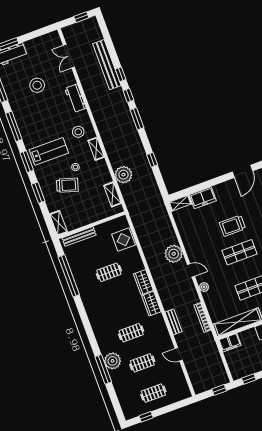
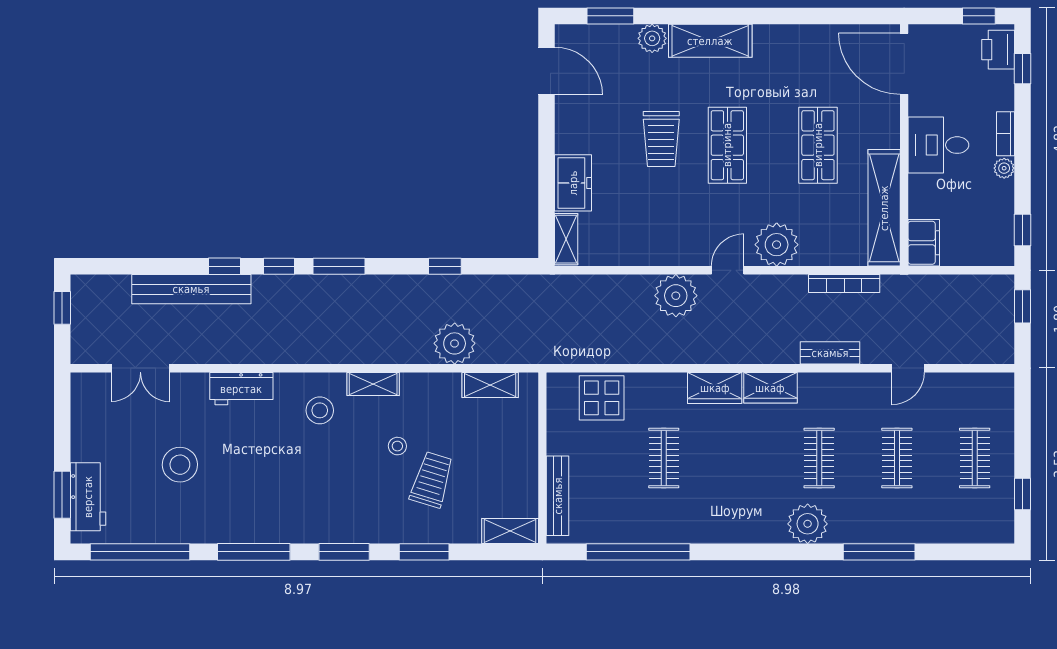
lab bench: (49, 151) -> (340, 493), removed
plant: (204, 287) -> (777, 245), width x1.88, depth x1.88
plant: (113, 361) -> (808, 524), moved

